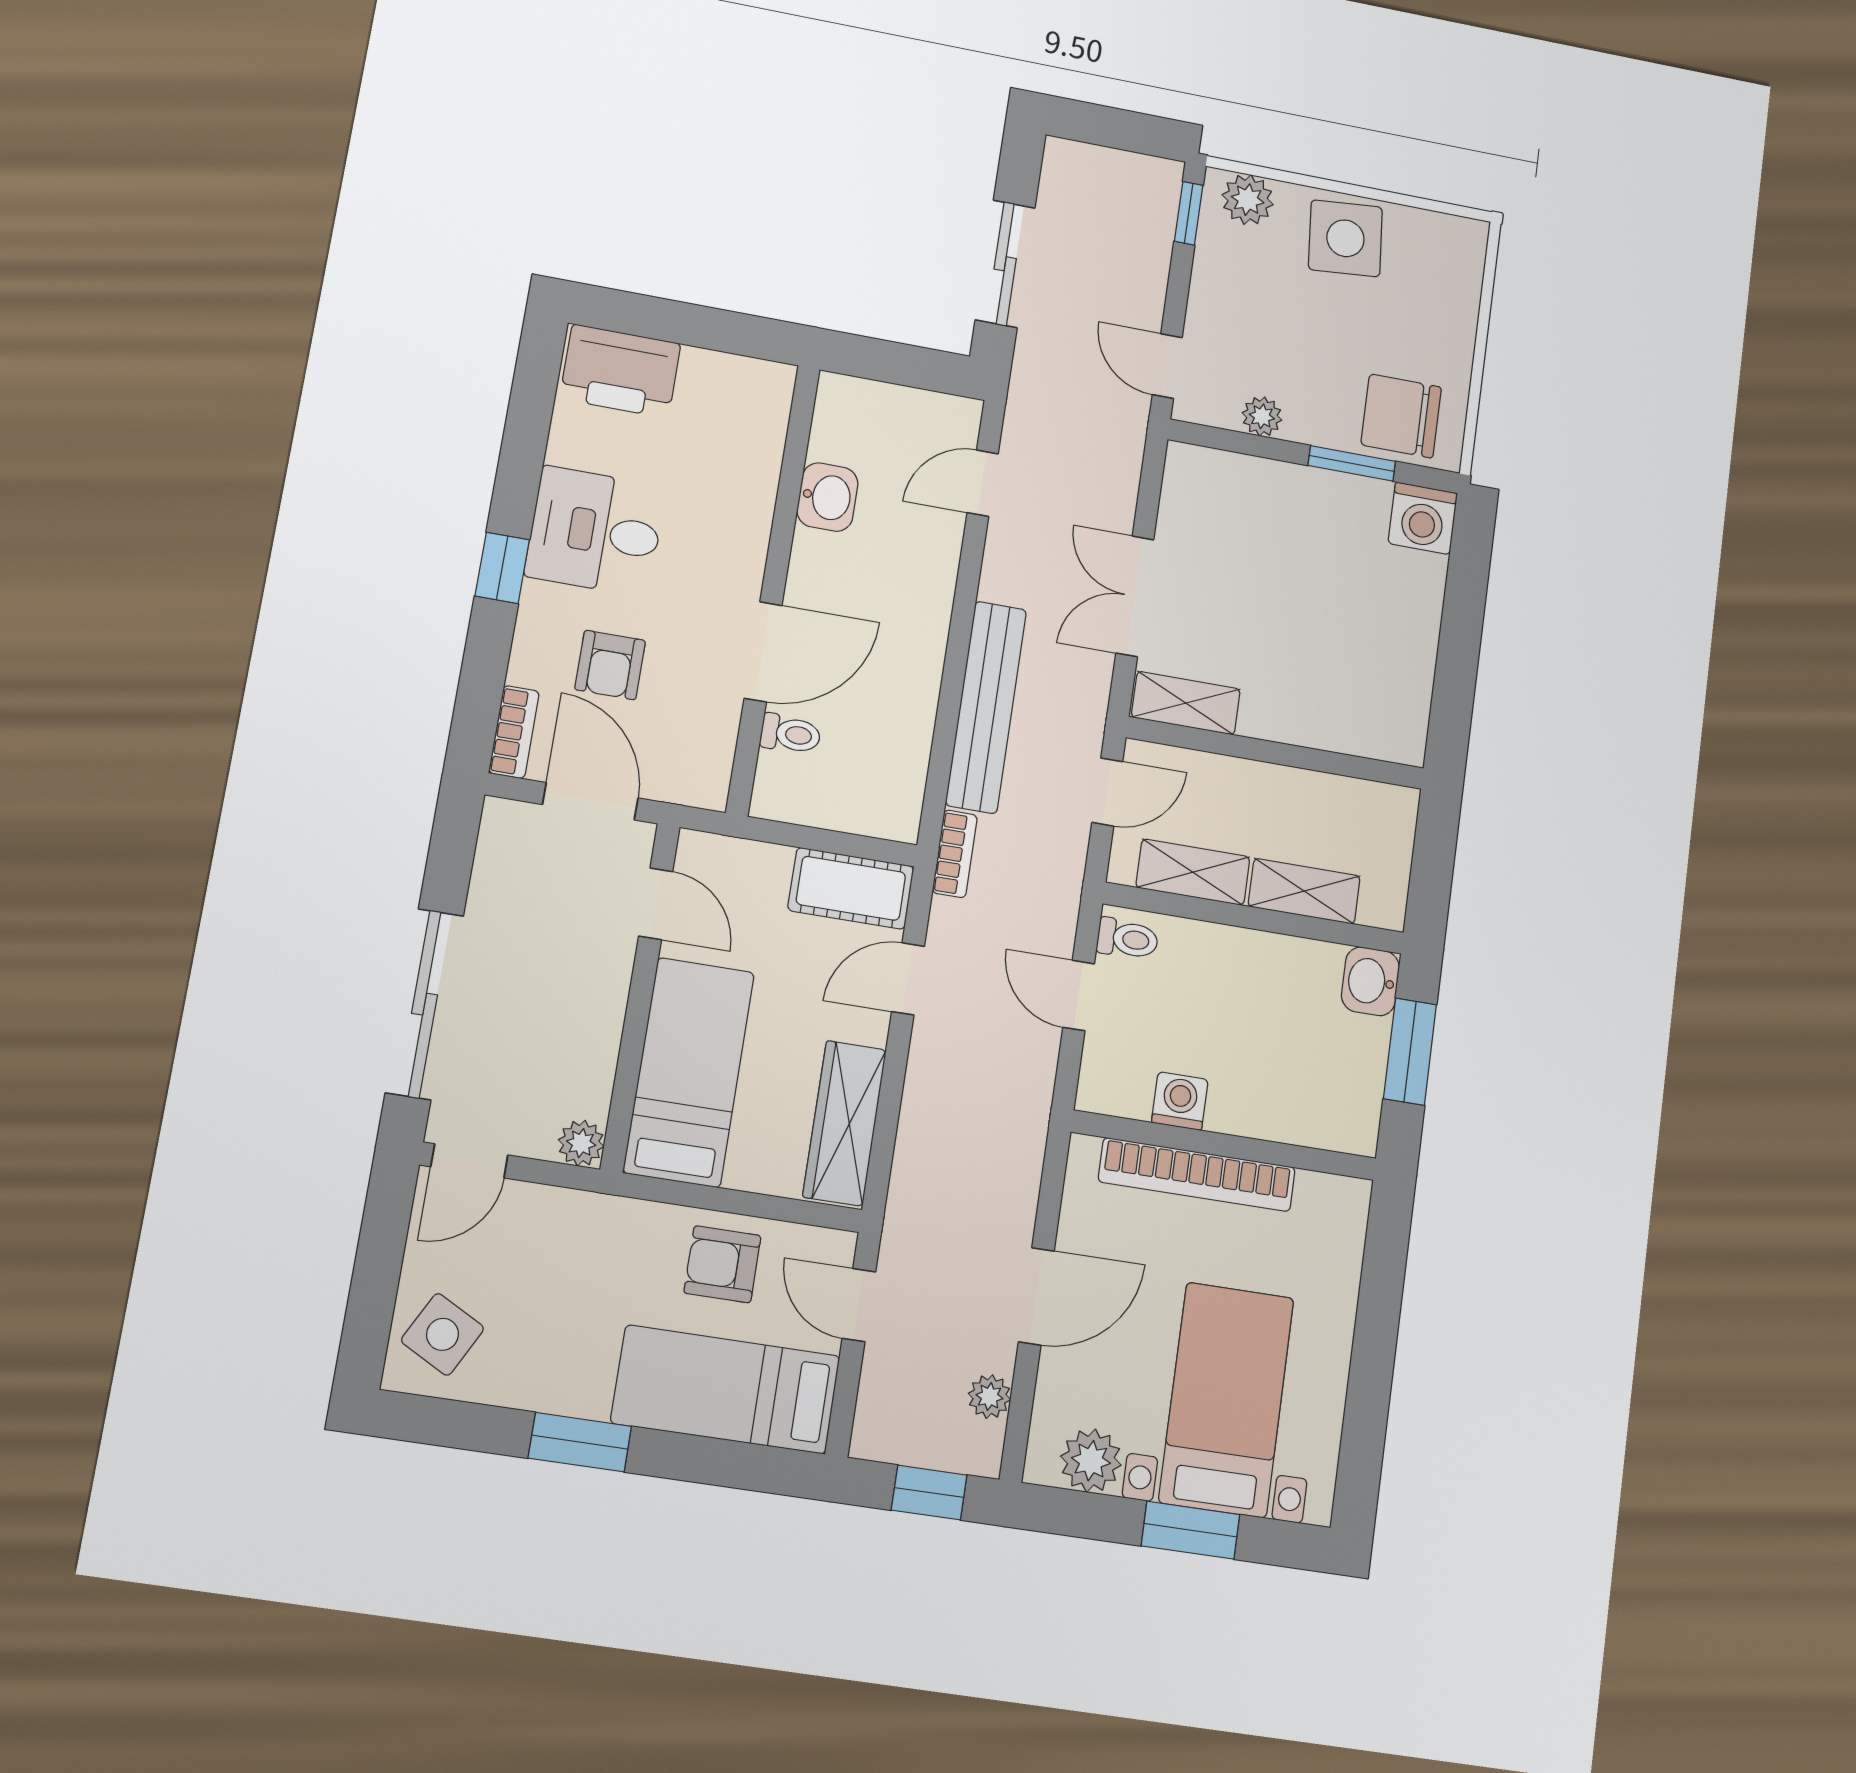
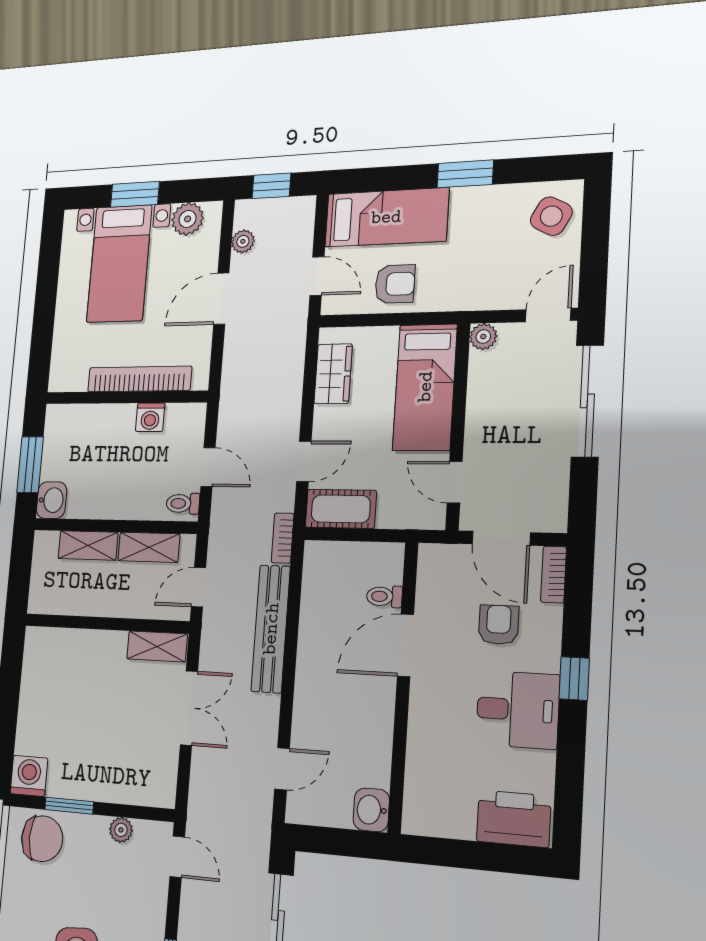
washbasin: (827, 497) -> (371, 810), moved
wardrobe: (845, 1123) -> (333, 374), width x0.67

